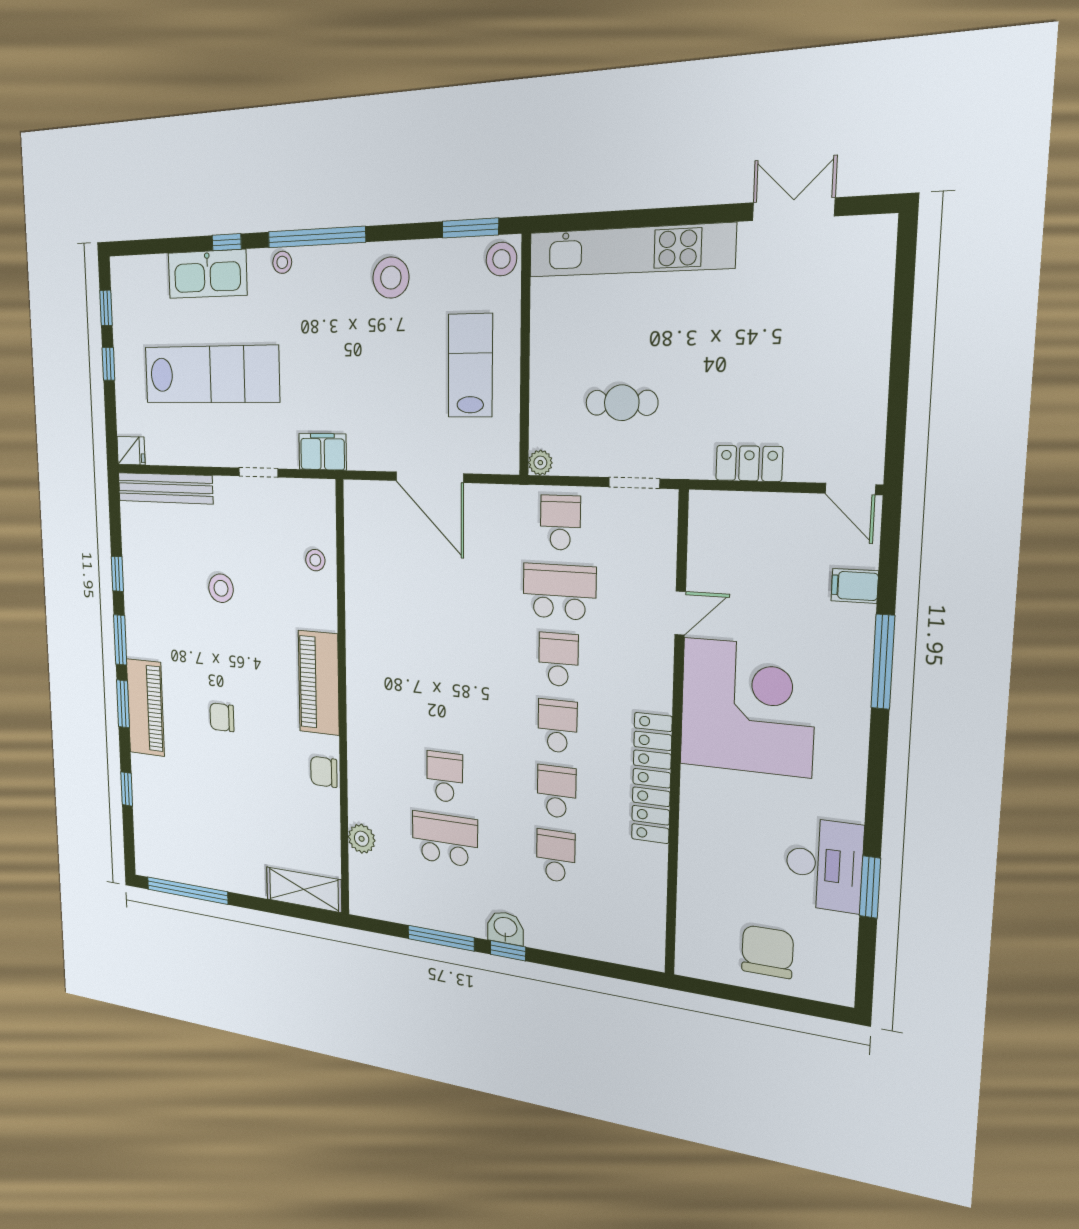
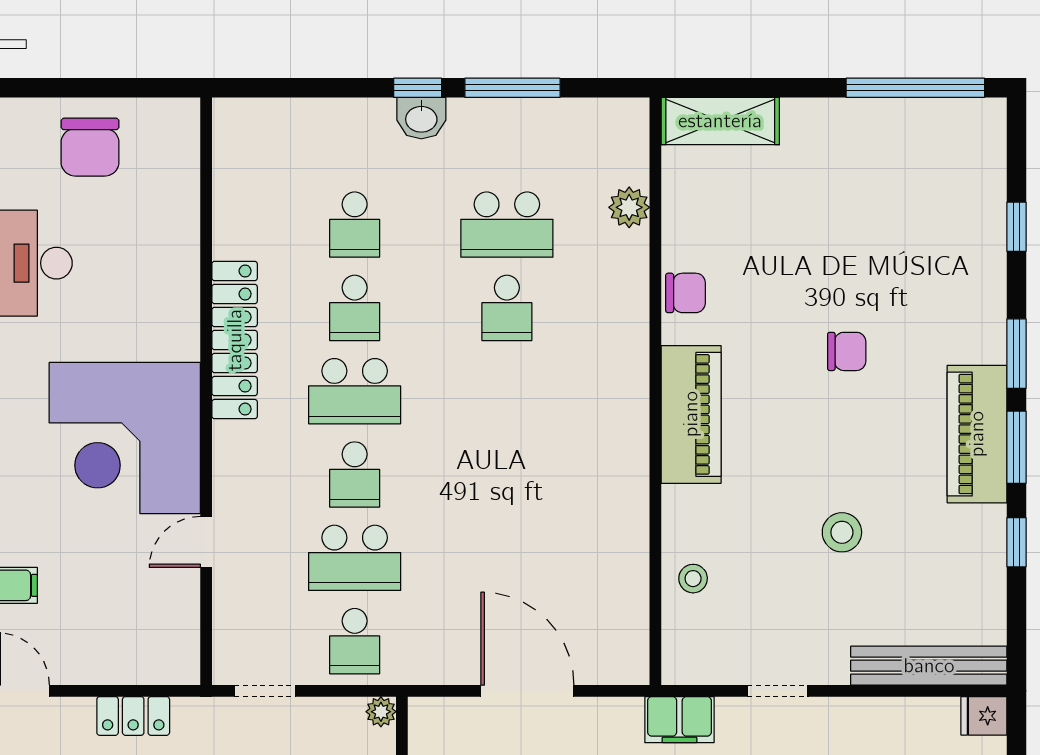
piano: (145, 708) -> (977, 434), moved
school desk: (557, 726) -> (355, 391), width x1.85

